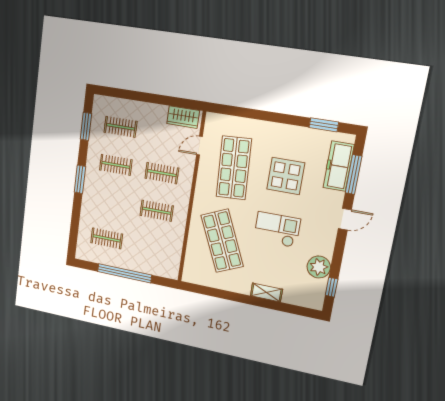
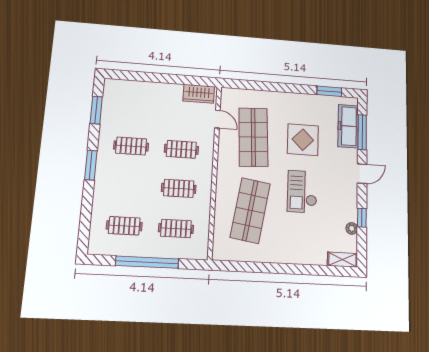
clothes rail: (120, 127) -> (176, 228), moved
door: (199, 146) -> (217, 119), swing flipped
checkout: (277, 229) -> (302, 192), turned -90
shop shelf: (222, 241) -> (250, 210), turned 33
plant: (319, 267) -> (352, 228), width x0.53, depth x0.53
window: (332, 287) -> (362, 218), moved
shelving: (266, 292) -> (342, 260), moved

